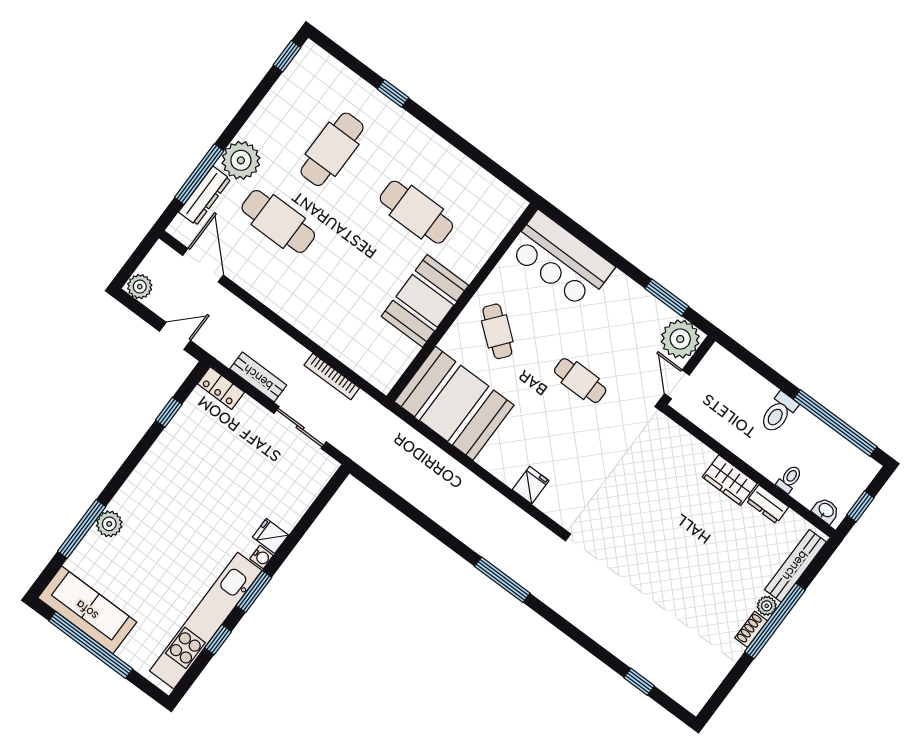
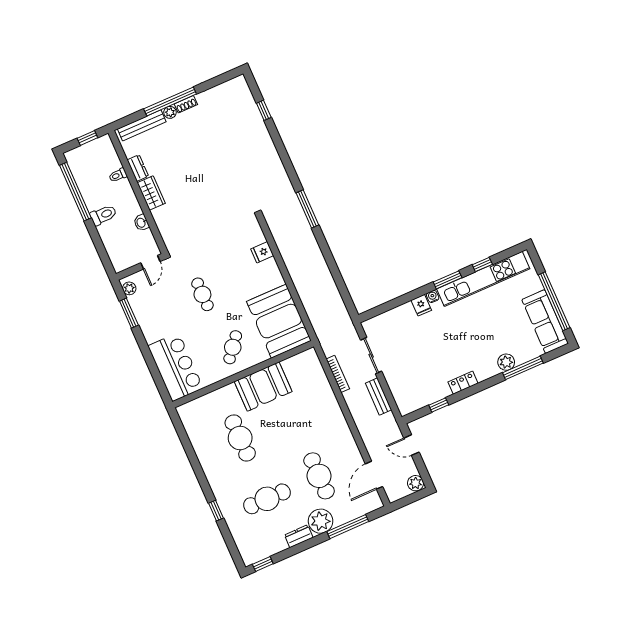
dresser: (205, 196) -> (299, 536), moved, width x0.70
plant: (680, 339) -> (129, 288), width x0.53, depth x0.53
locker: (221, 388) -> (463, 383), moved, turned -90
washbasin: (826, 510) -> (141, 223), moved

